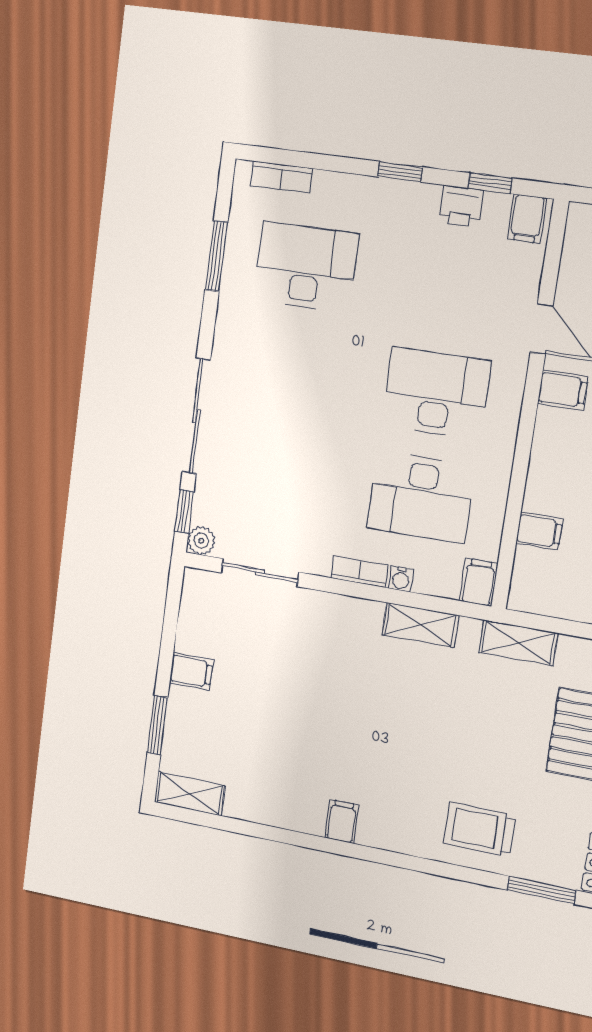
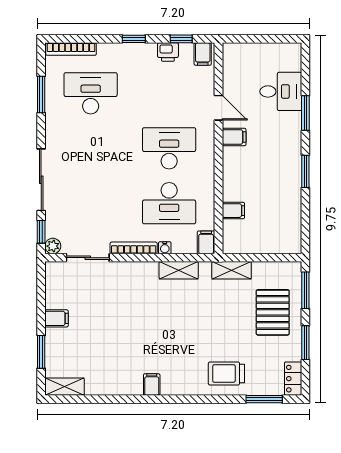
bookcase: (281, 177) -> (71, 49), width x1.56
bookcase: (359, 572) -> (134, 248), width x1.56

